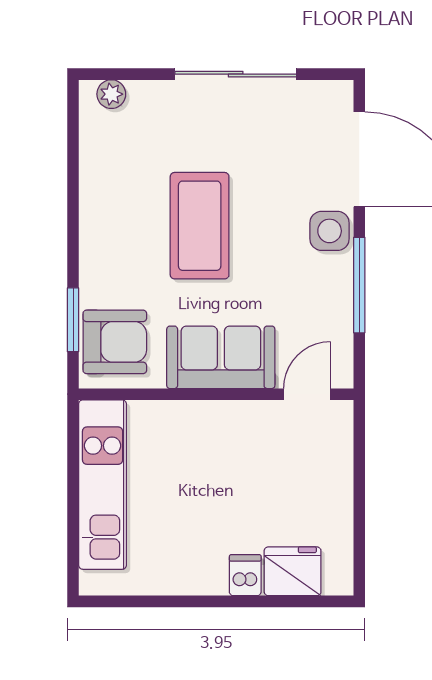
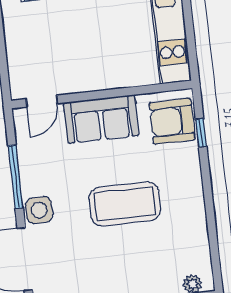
coffee table: (200, 226) -> (125, 204), turned 90
window: (73, 320) -> (201, 133), width x0.67

